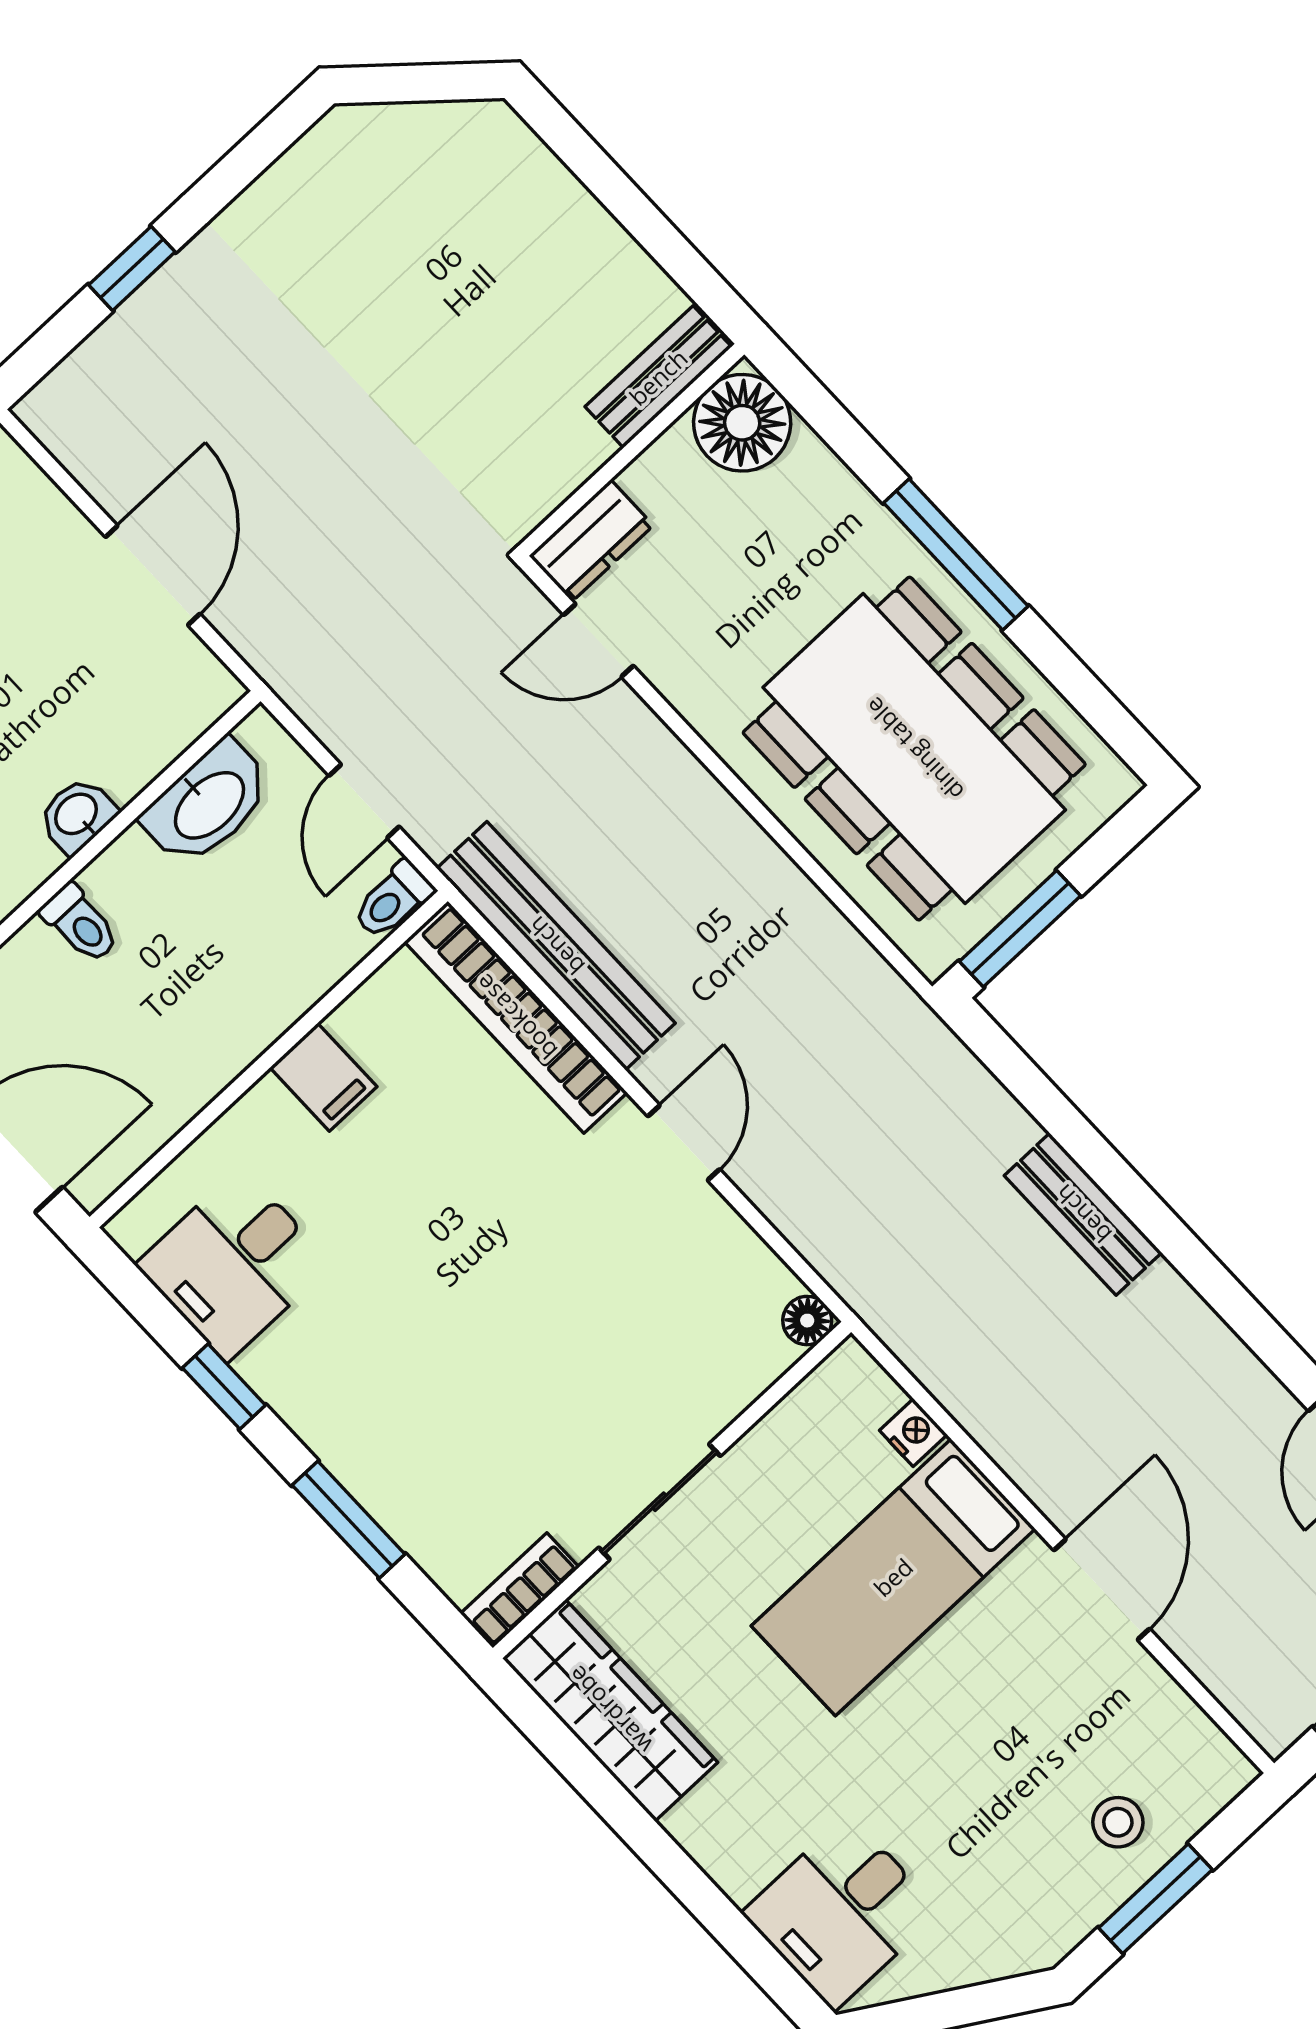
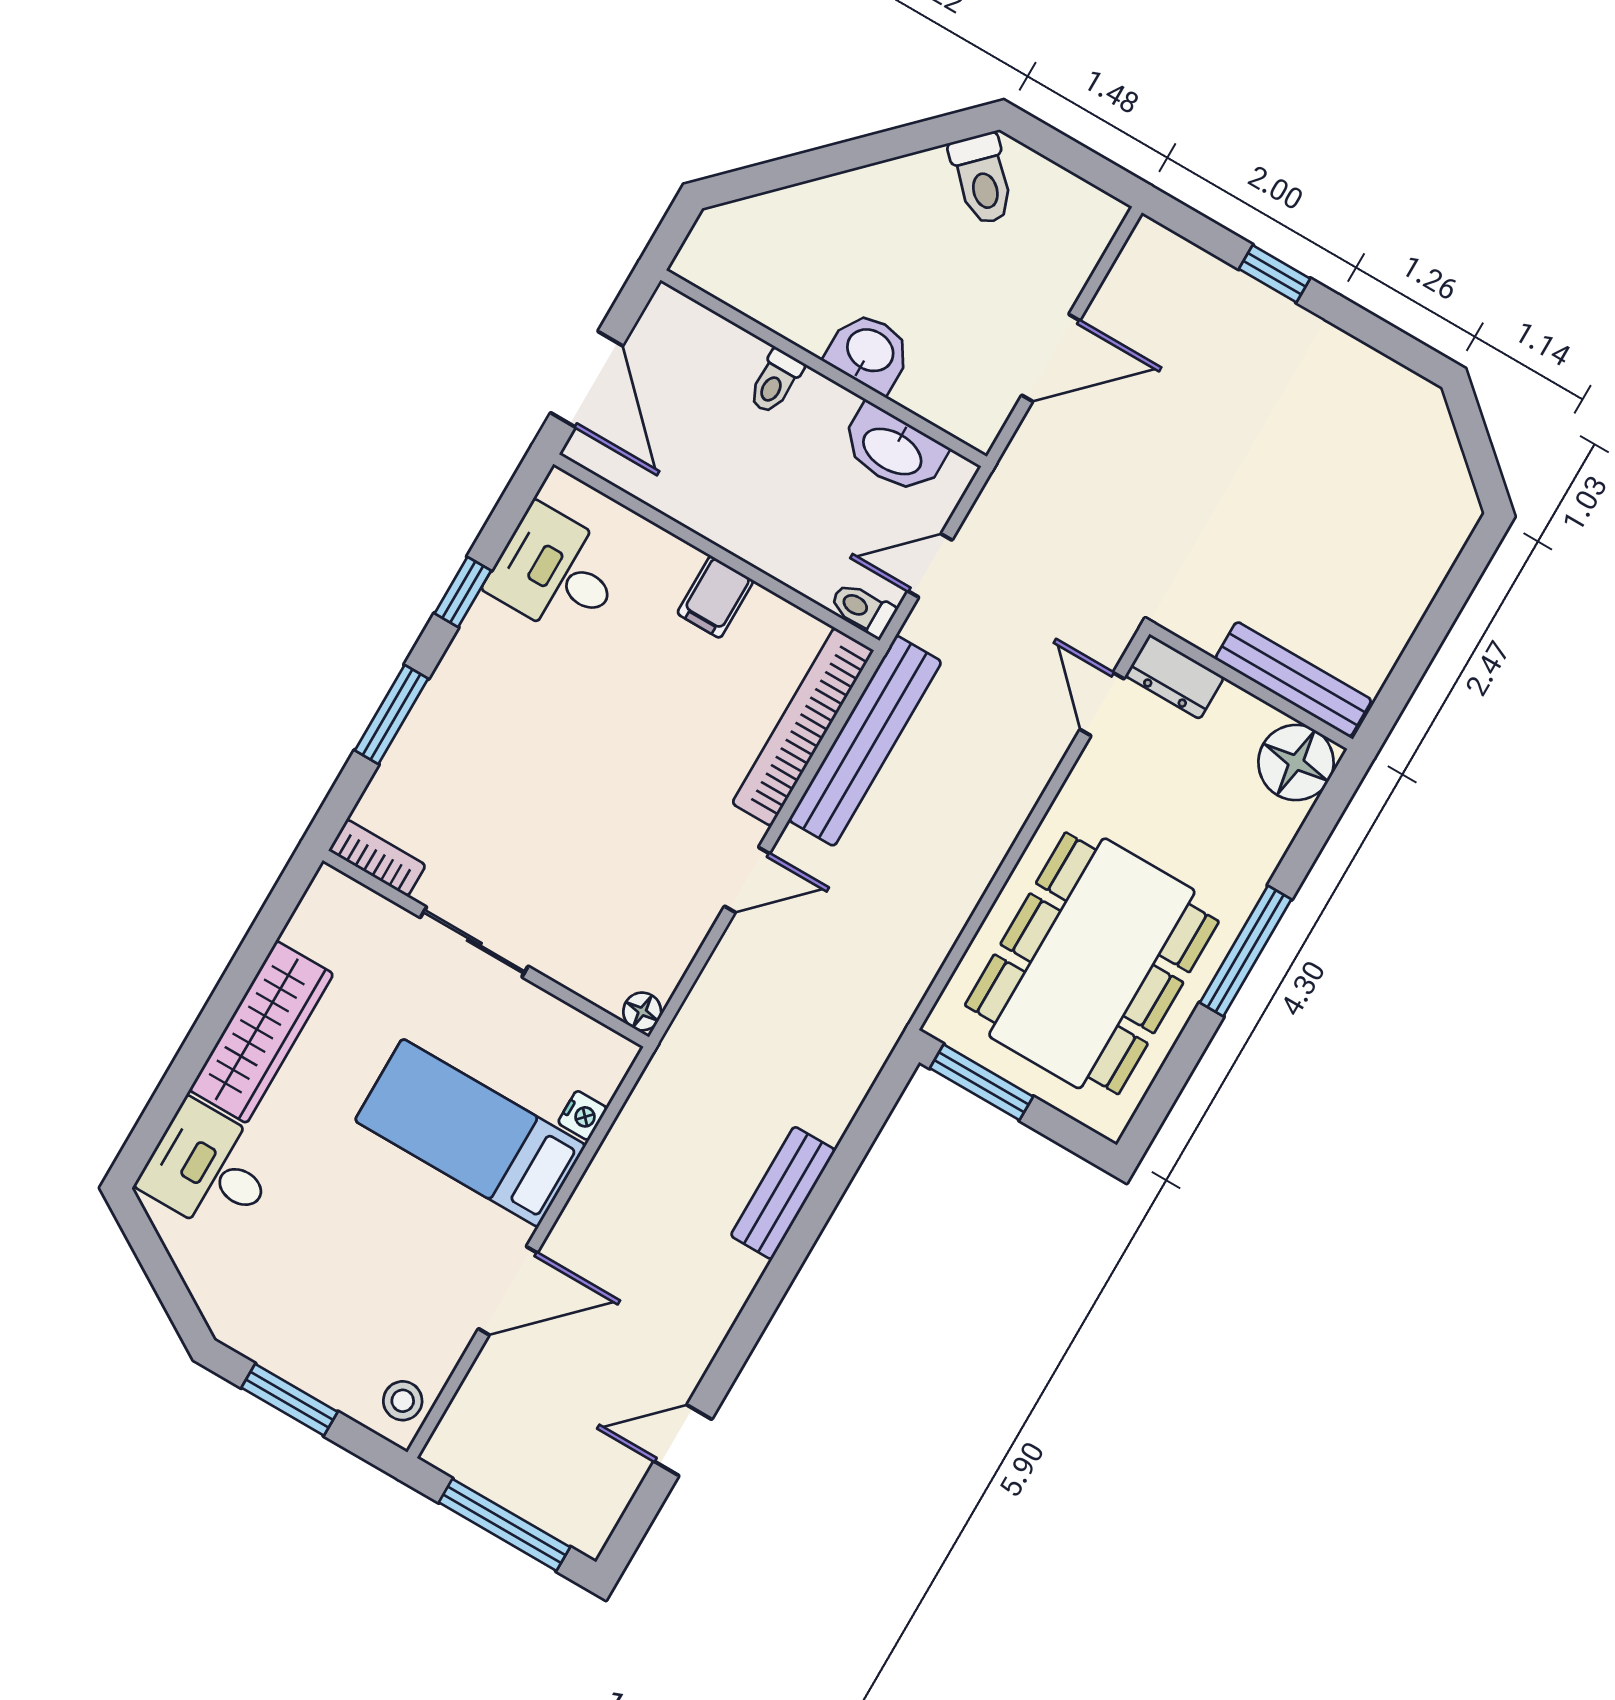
bench: (658, 377) -> (1293, 679), width x1.36
washbasin: (77, 815) -> (869, 352), width x1.38, depth x1.45
wardrobe: (610, 1710) -> (261, 1032), moved
stool: (1118, 1822) -> (403, 1401), moved

